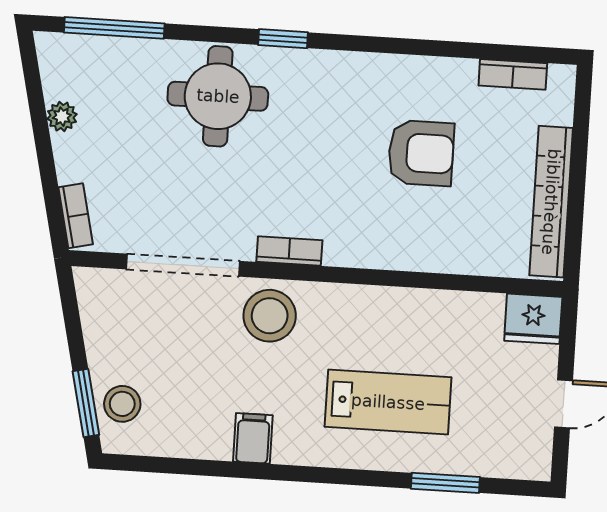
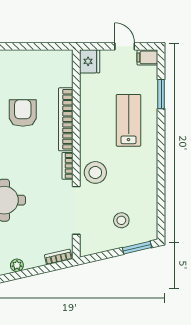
bookcase: (551, 202) -> (66, 119), moved, turned 90
stool: (122, 404) -> (121, 220), moved
filing cabinet: (253, 438) -> (147, 57), moved

